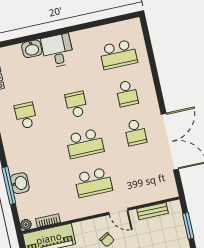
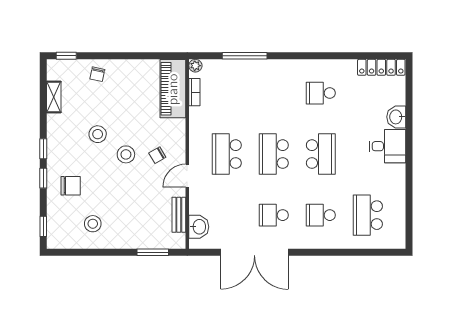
school desk: (76, 105) -> (321, 154), width x1.85
school desk: (26, 116) -> (321, 93), turned 180
washbasin: (20, 183) -> (199, 227), moved, turned -90

